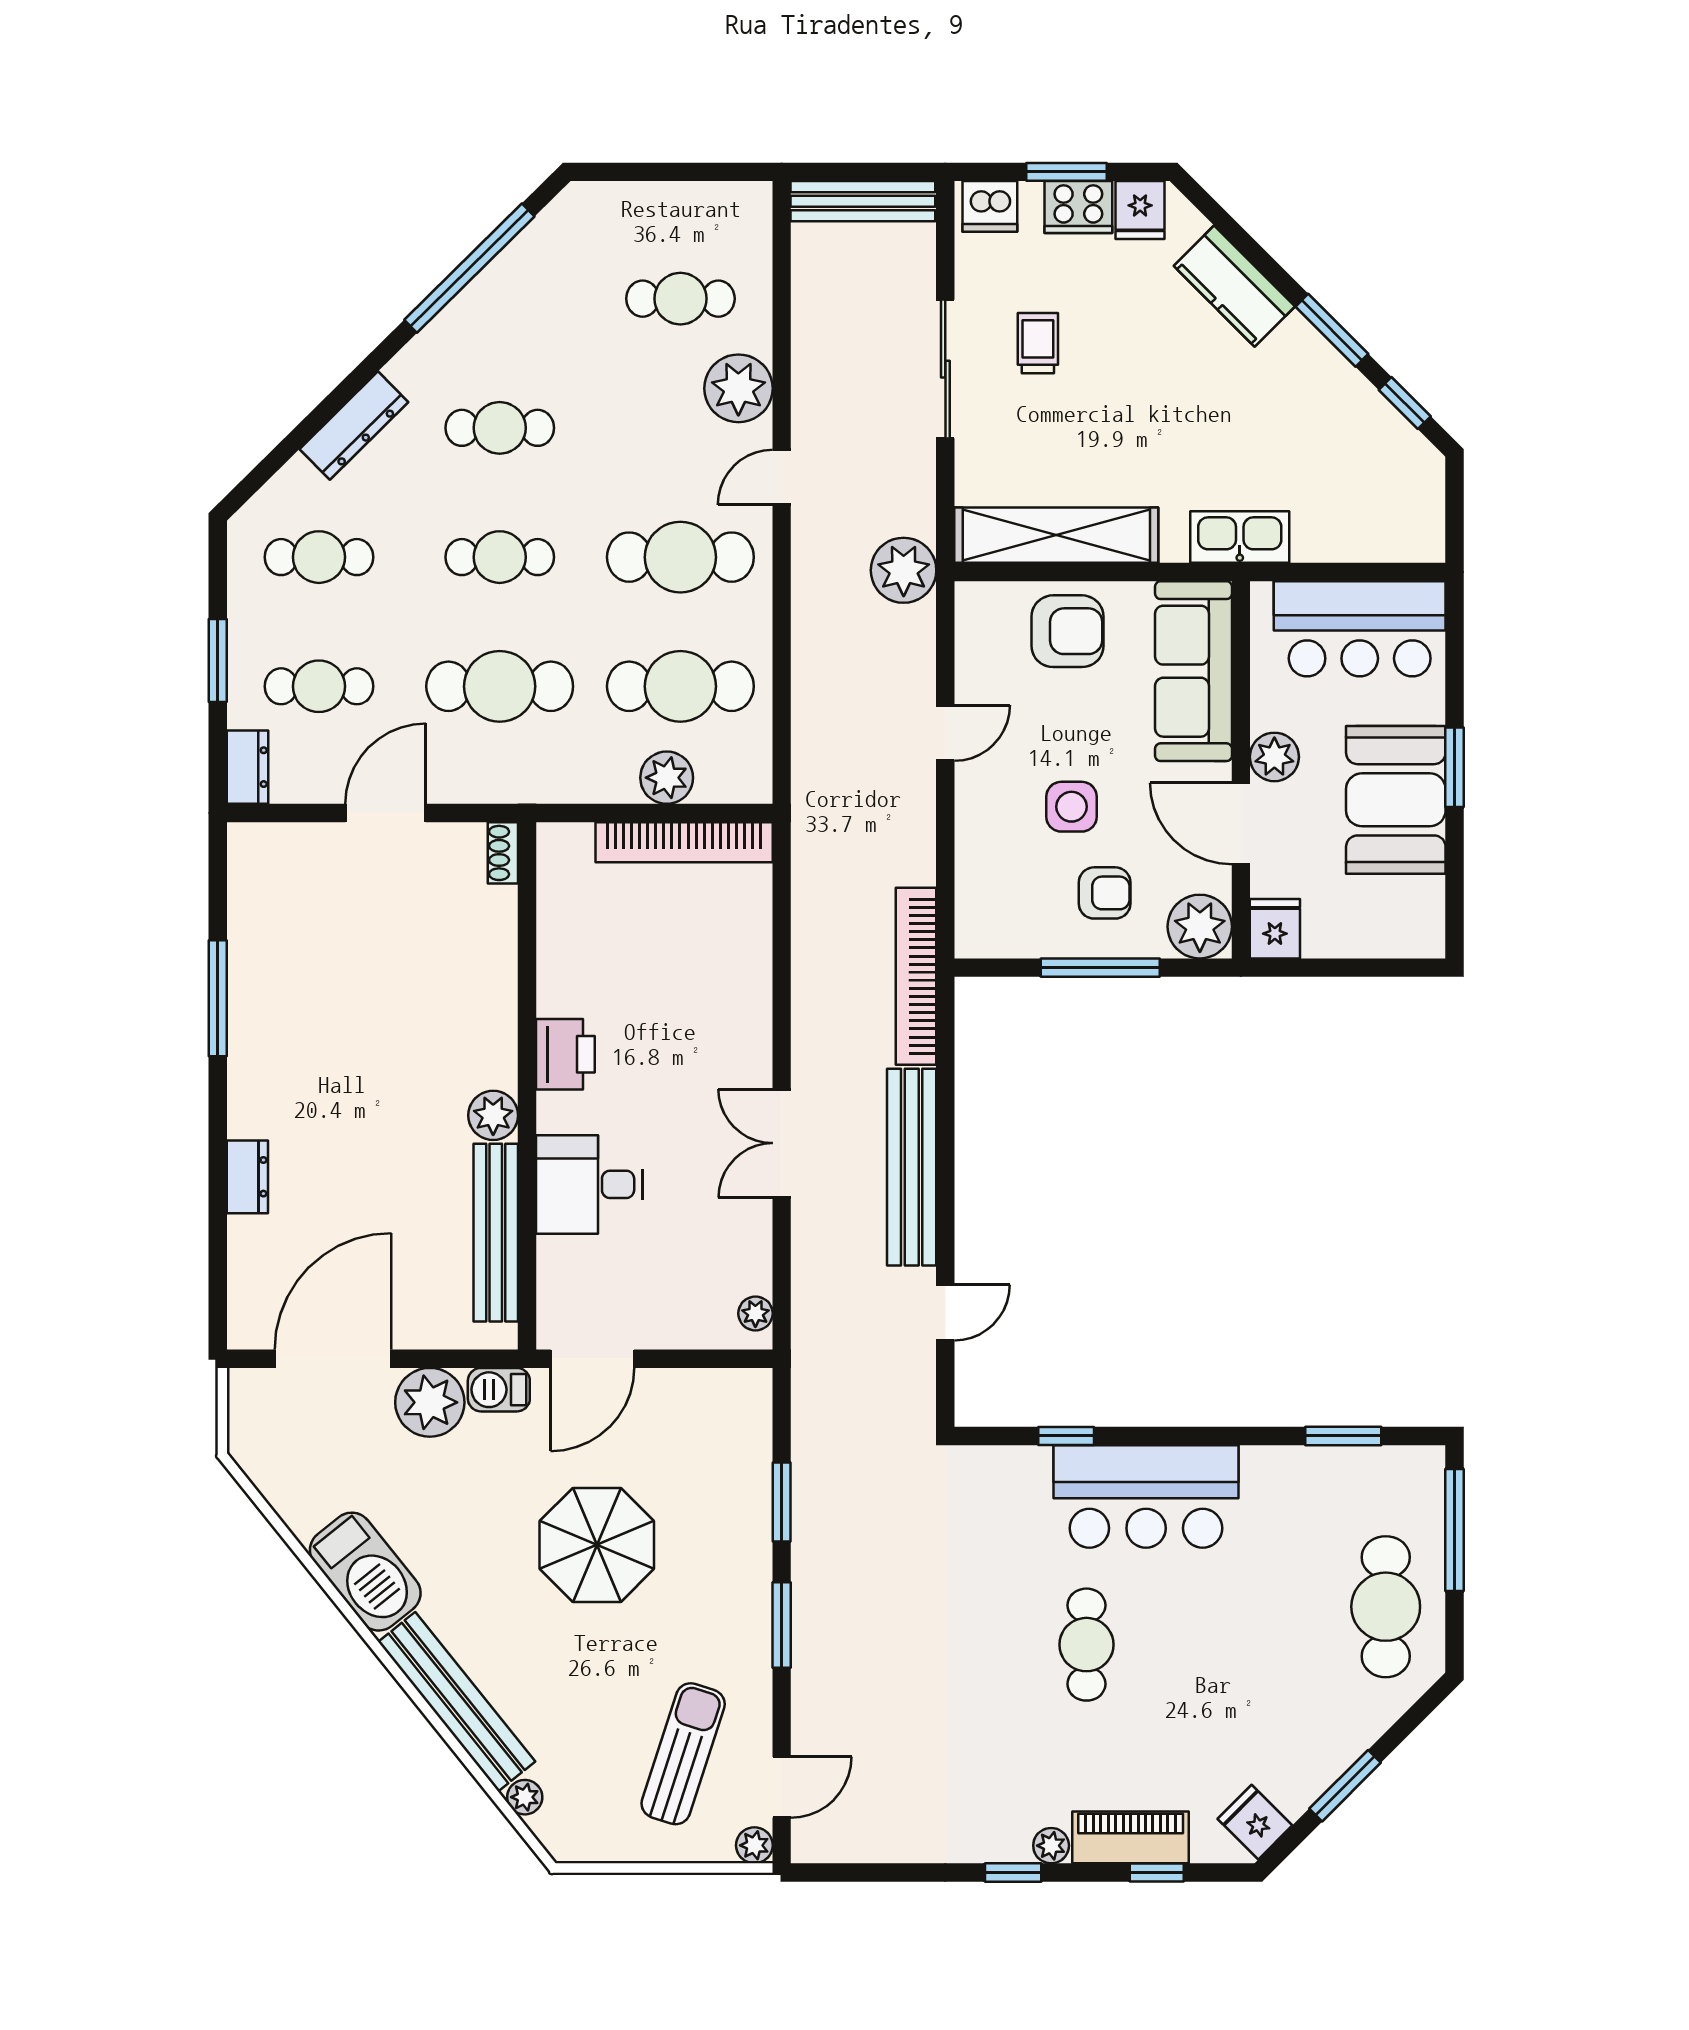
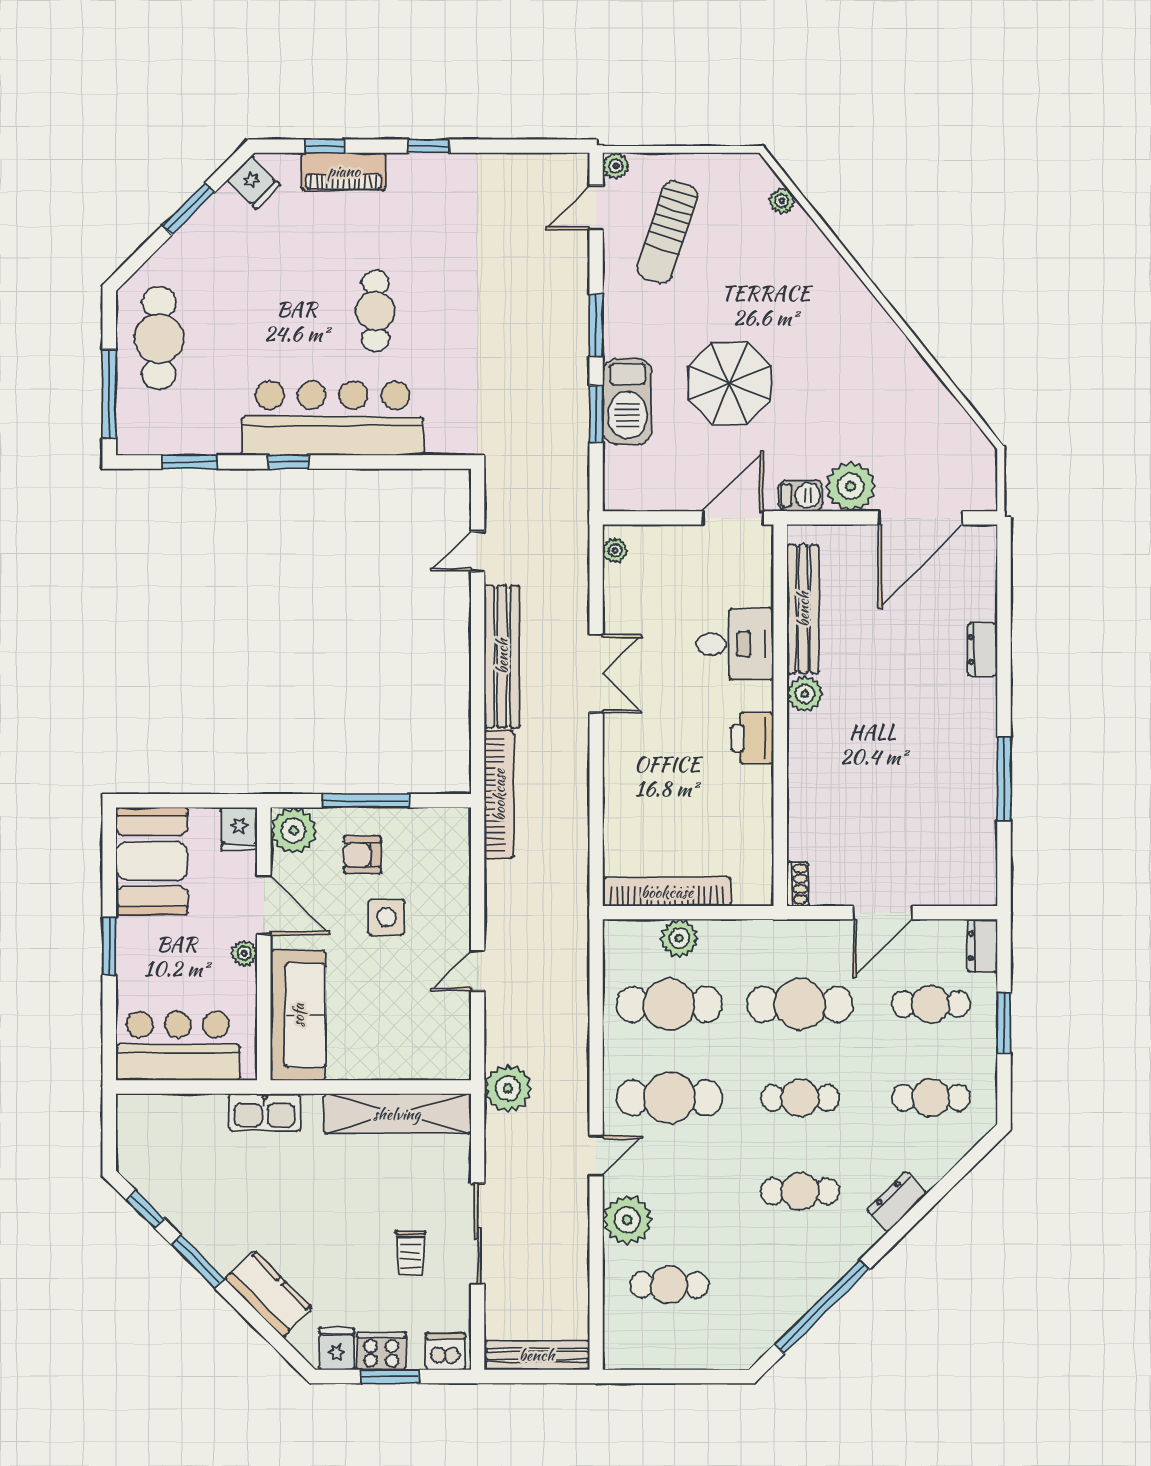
dresser: (354, 426) -> (897, 1202), width x0.70
armchair: (1067, 631) -> (389, 1044), removed
plant: (1274, 757) -> (244, 953), width x0.73, depth x0.73
booth: (1396, 800) -> (152, 861), moved
window: (1066, 1436) -> (289, 462), moved
bar counter: (1146, 1496) -> (332, 418), width x1.36
barbecue: (365, 1572) -> (627, 401), moved, turned -141
bench: (457, 1702) -> (831, 270), removed
plant: (1051, 1846) -> (401, 166), removed

